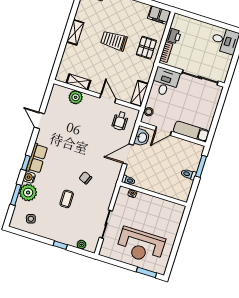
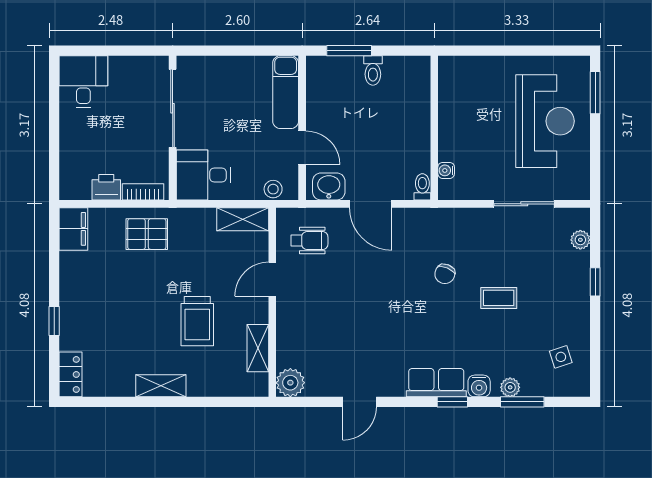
trolley: (114, 41) -> (197, 321), moved
plant: (76, 97) -> (290, 383), moved
plant: (28, 193) -> (510, 387), width x0.53, depth x0.53

